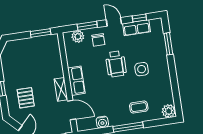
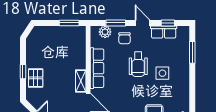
row of seats: (76, 81) -> (97, 68), width x1.48
pallet: (26, 98) -> (36, 78), moved

